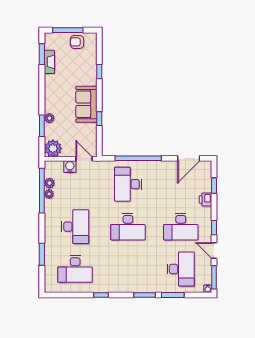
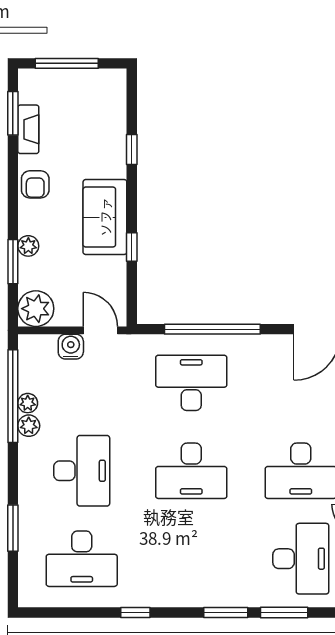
armchair: (77, 42) -> (35, 184), moved, turned -90
plant: (50, 183) -> (29, 426), moved
desk: (128, 184) -> (191, 383), turned 90

